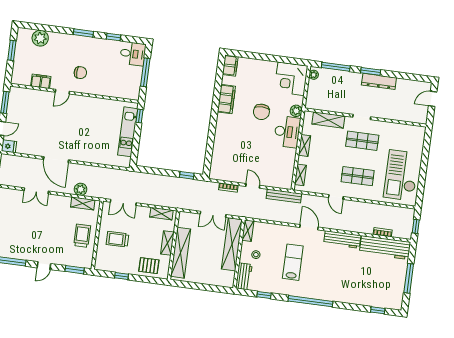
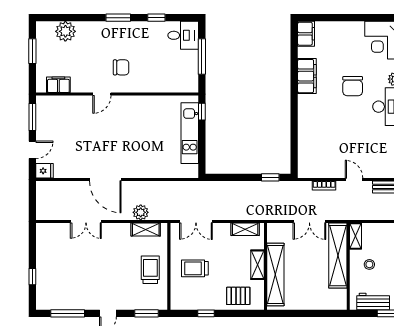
filing cabinet: (41, 81) -> (58, 85), moved
workbench: (244, 276) -> (373, 301), moved, turned -90

